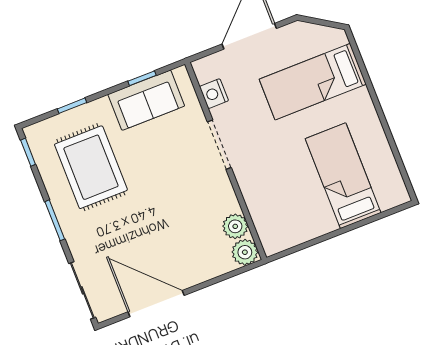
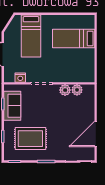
plant: (245, 252) -> (65, 90), moved

